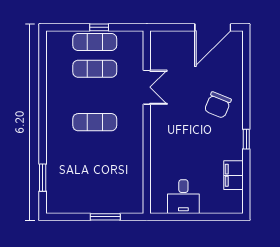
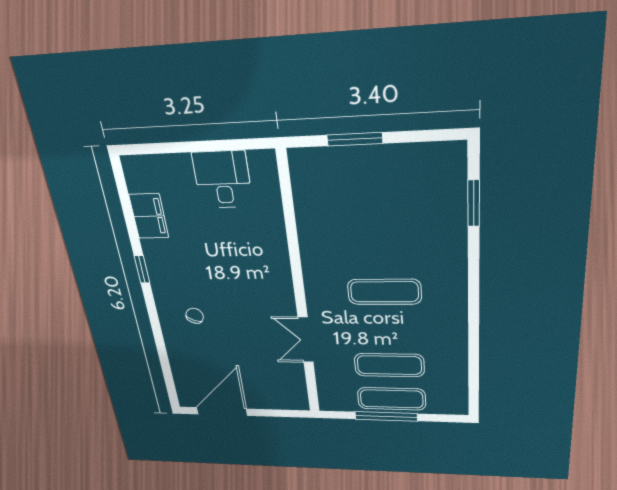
window: (99, 27) -> (386, 416), width x2.17
chair: (218, 105) -> (195, 316), width x0.54, depth x0.54

